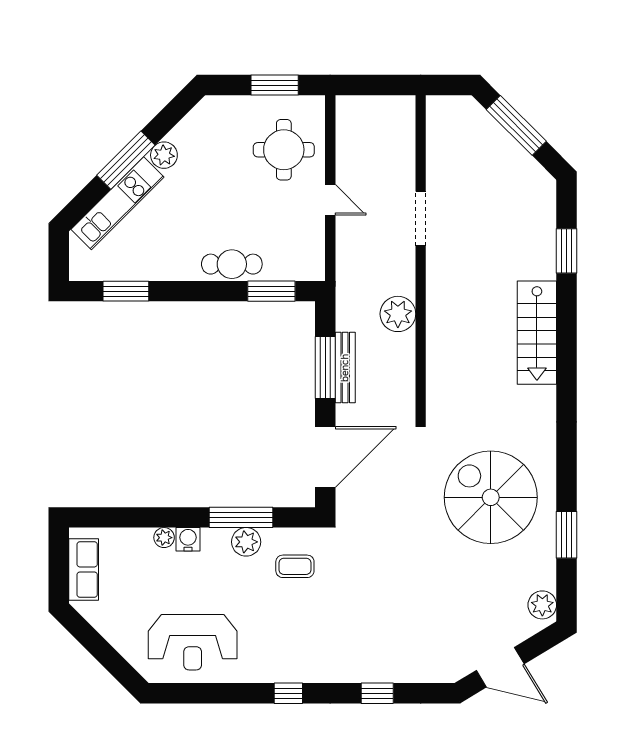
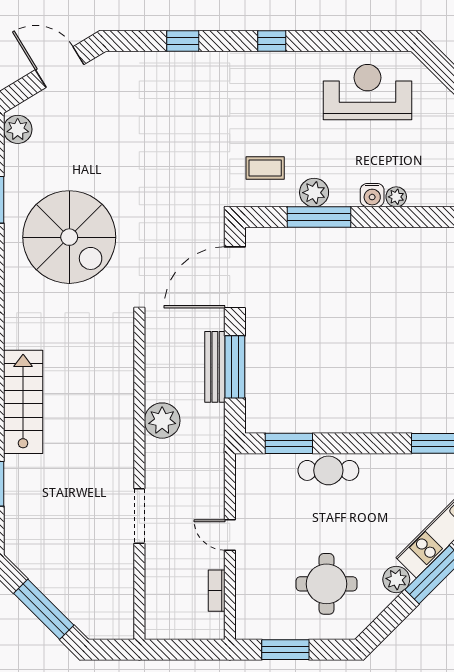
bookcase: (344, 144) -> (217, 591), added
round table: (284, 150) -> (326, 584), moved

